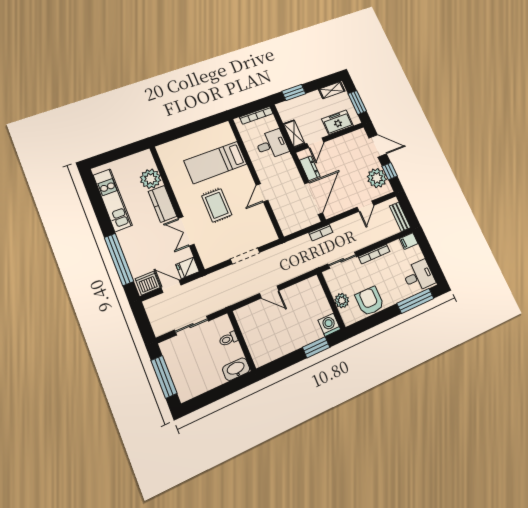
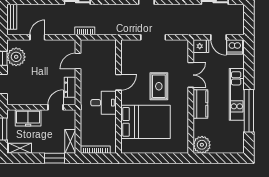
shelving: (294, 134) -> (70, 141), moved
desk: (272, 144) -> (103, 103), moved, turned 180
bed: (216, 162) -> (146, 122), width x1.50
plant: (150, 179) -> (202, 145), moved
door: (314, 198) -> (78, 61), width x0.53
kitchen unit: (113, 200) -> (237, 94), moved
window: (119, 259) -> (249, 111), moved

